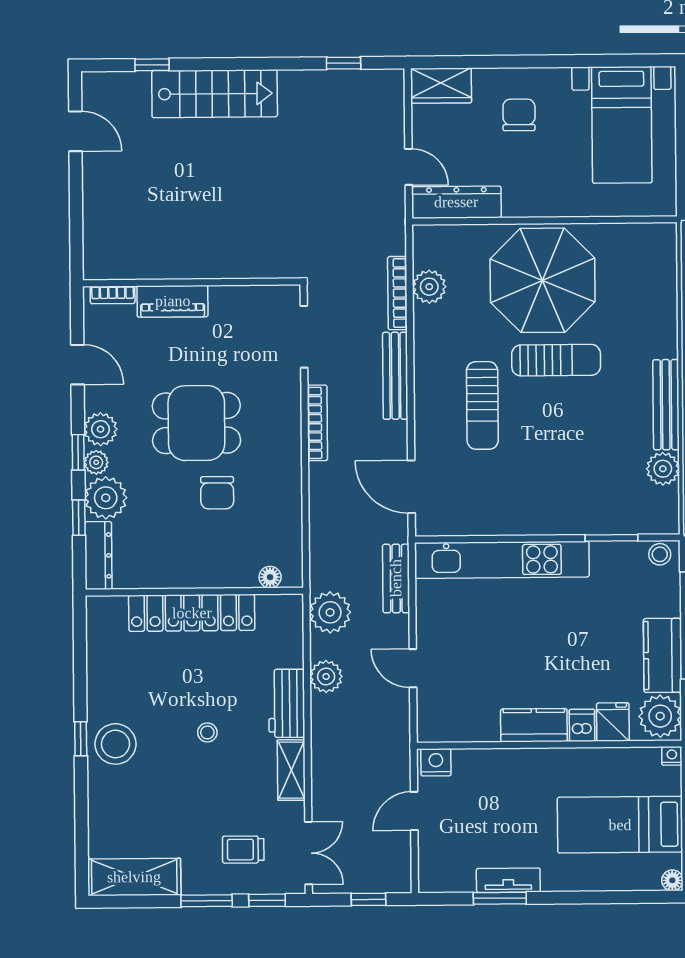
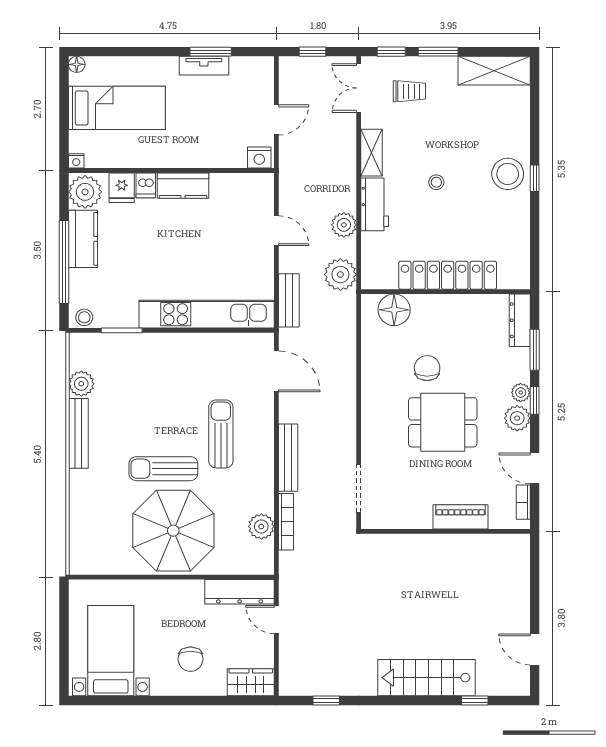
bookcase: (113, 295) -> (523, 502), moved, turned -90
bookcase: (317, 423) -> (349, 422), removed
plant: (106, 498) -> (514, 365), removed
window: (79, 518) -> (535, 350), width x1.50
floor lamp: (270, 577) -> (394, 310), width x1.89, depth x1.89

